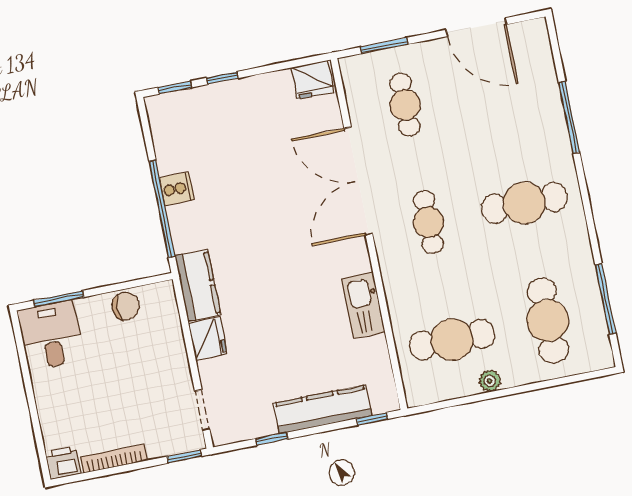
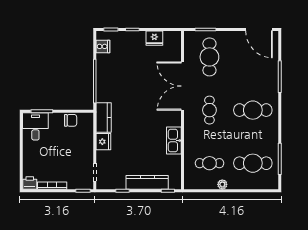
door: (476, 27) -> (259, 29), moved
fridge: (312, 80) -> (154, 38), moved
cafe table: (405, 105) -> (209, 57), width x1.37, depth x1.35
cooker: (177, 189) -> (103, 46), moved
cafe table: (548, 320) -> (253, 163), turned 90
cafe table: (452, 340) -> (209, 163), width x0.73, depth x0.74

